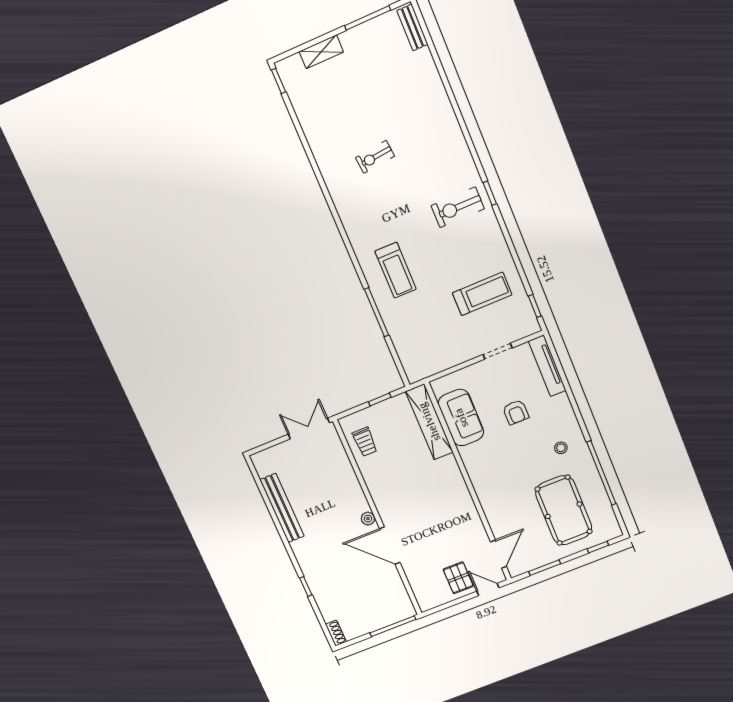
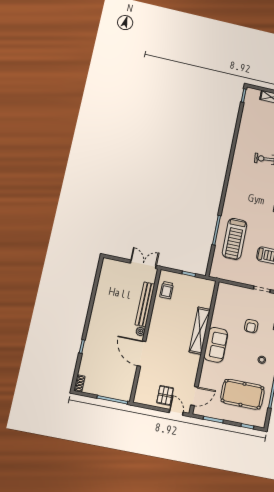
treadmill: (396, 270) -> (235, 239), moved, width x1.37, depth x1.38
sofa: (461, 418) -> (216, 345), moved
shelving: (429, 422) -> (200, 331), moved
bench: (282, 508) -> (145, 304), moved
pool table: (564, 510) -> (242, 394), turned 90

